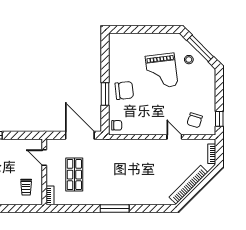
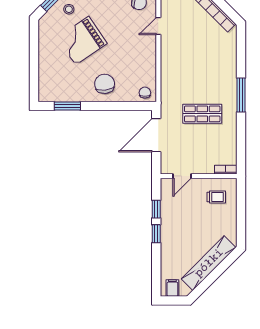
grand piano: (162, 71) -> (82, 41), turned 153
window: (105, 94) -> (67, 106), moved
window: (16, 135) -> (156, 209), added
shop shelf: (74, 175) -> (202, 114), moved

